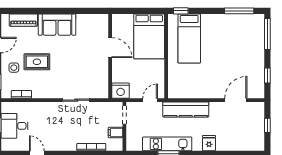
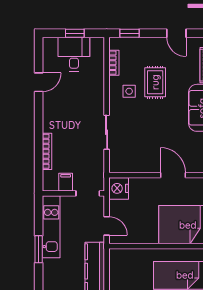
door: (110, 48) -> (173, 175), swing flipped
side table: (14, 68) -> (129, 91), moved
kitchen unit: (167, 144) -> (51, 227), moved

